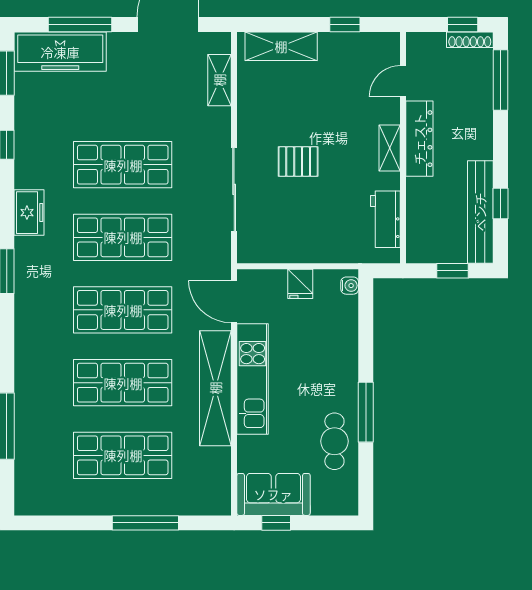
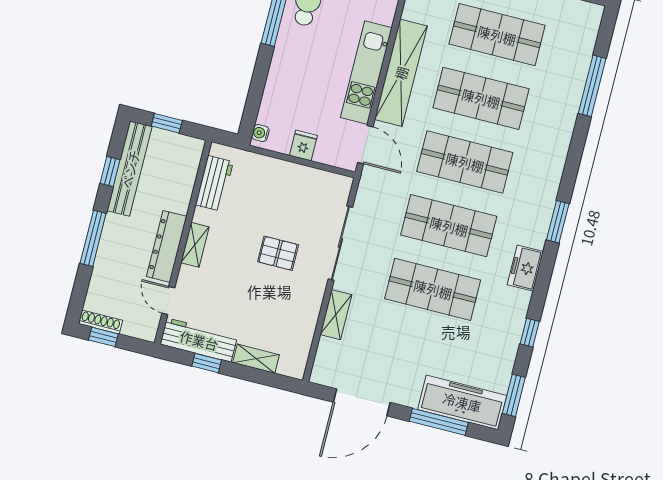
shelving: (281, 46) -> (256, 359), width x0.67, depth x0.75
workbench: (360, 47) -> (199, 340), added
shelving: (219, 80) -> (336, 315), moved
window: (500, 80) -> (93, 238), moved
door: (403, 81) -> (168, 300), swing flipped

